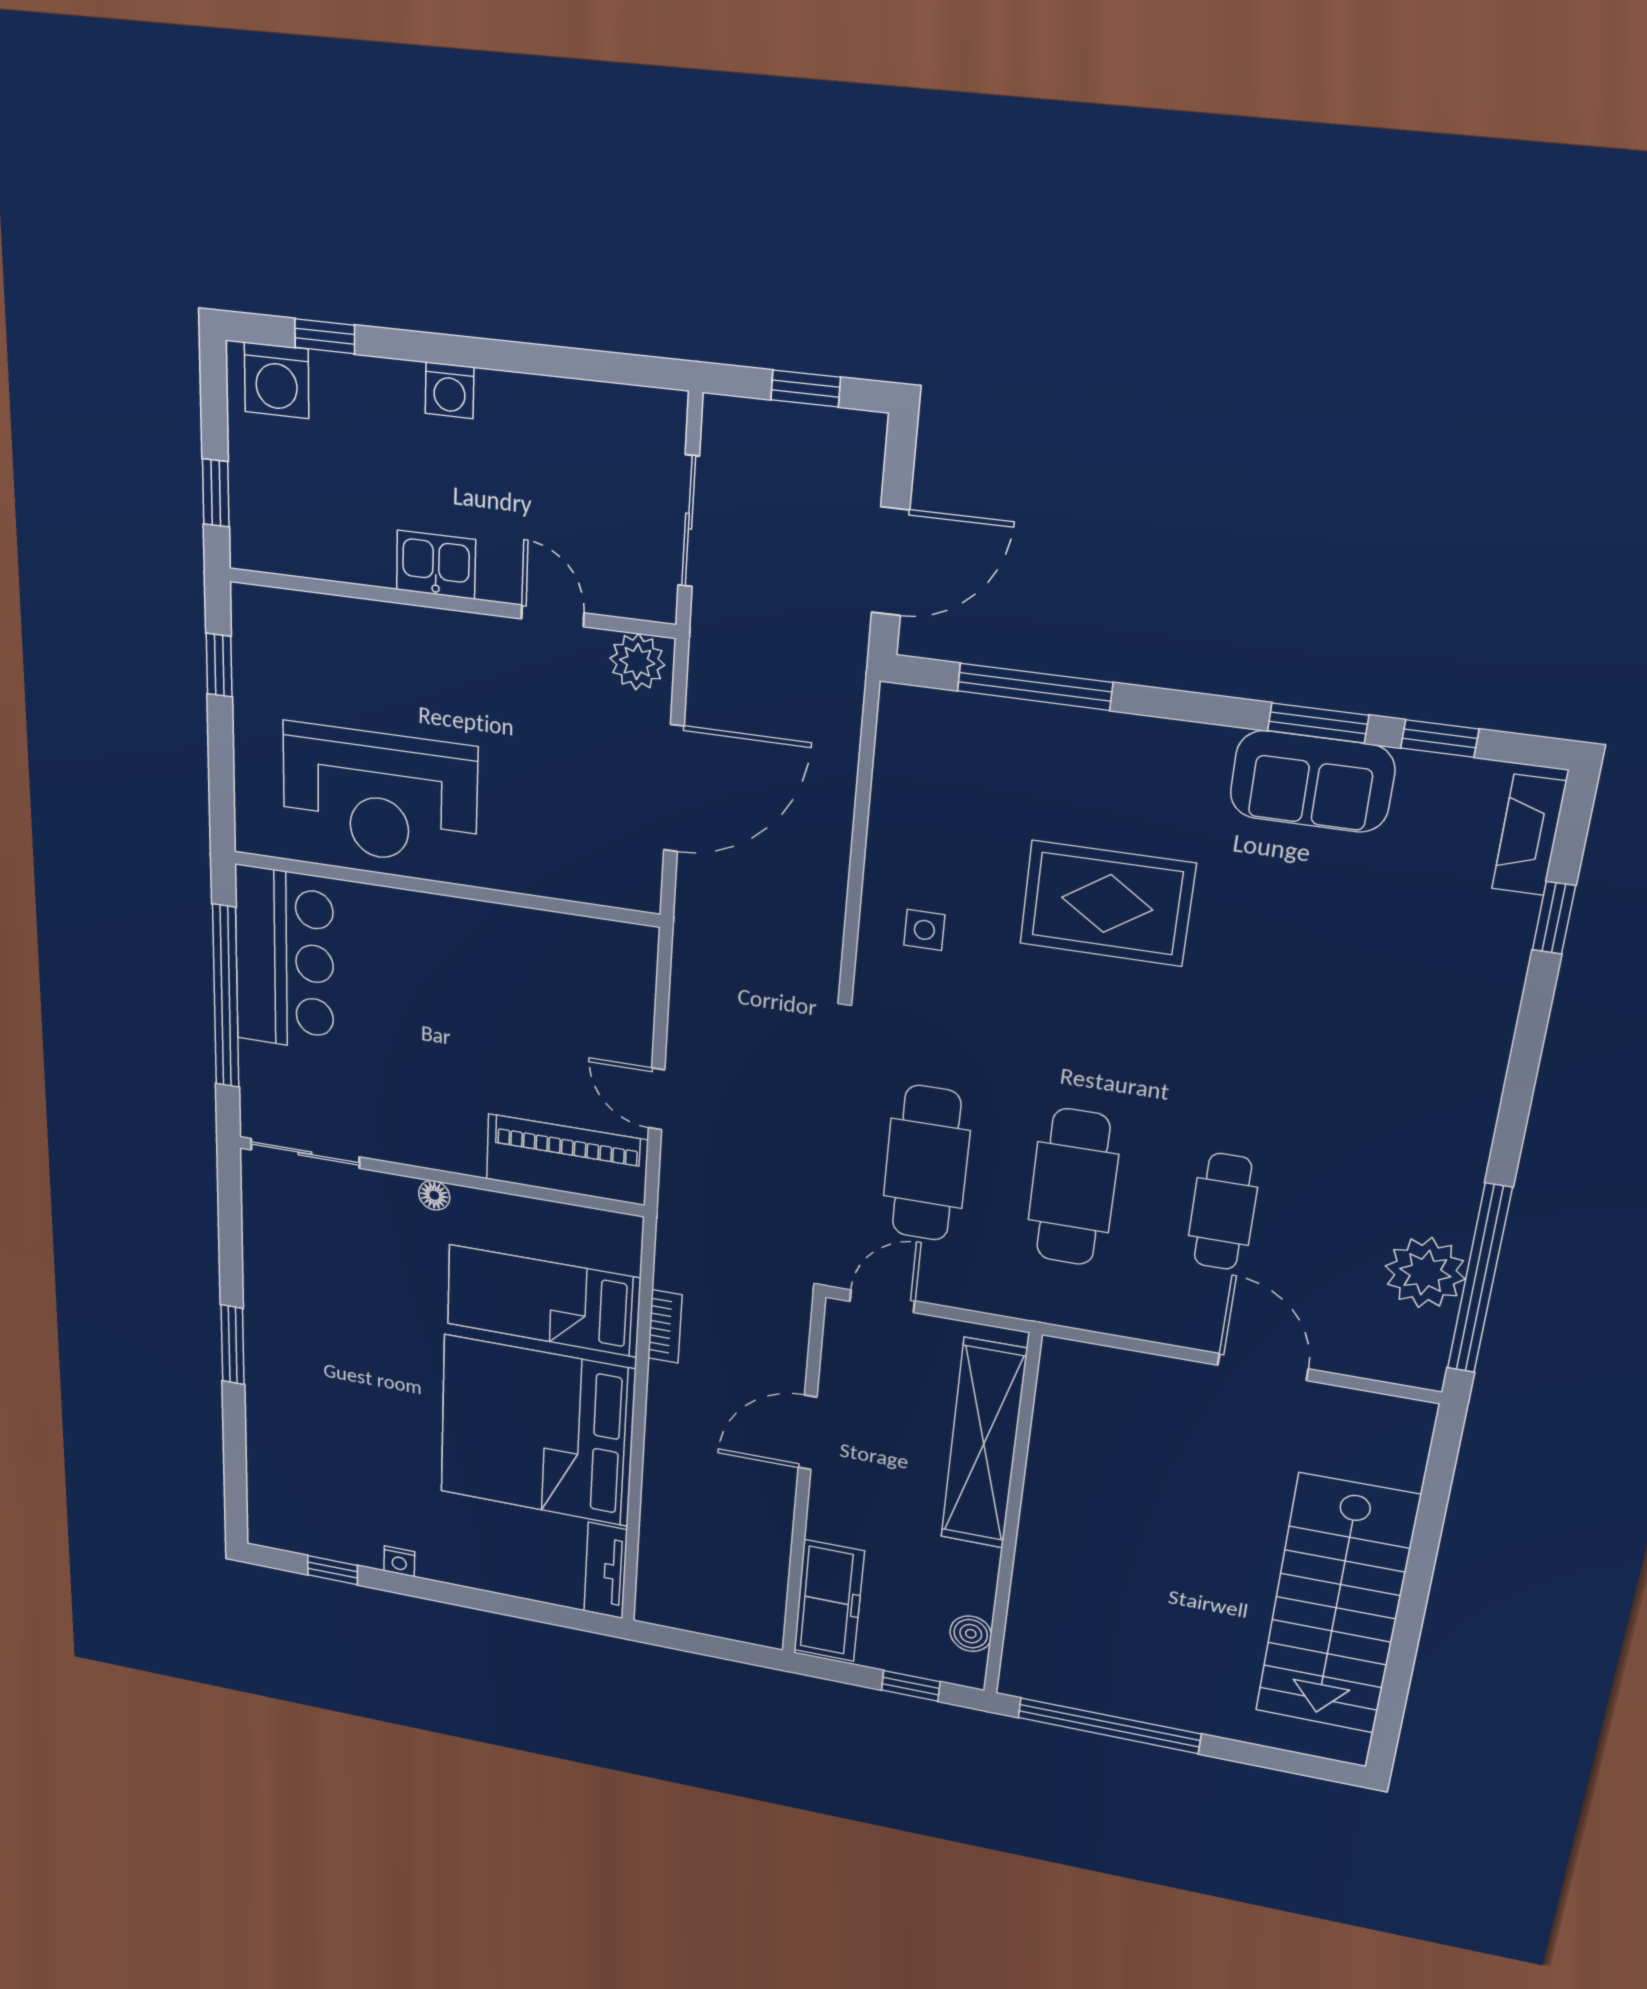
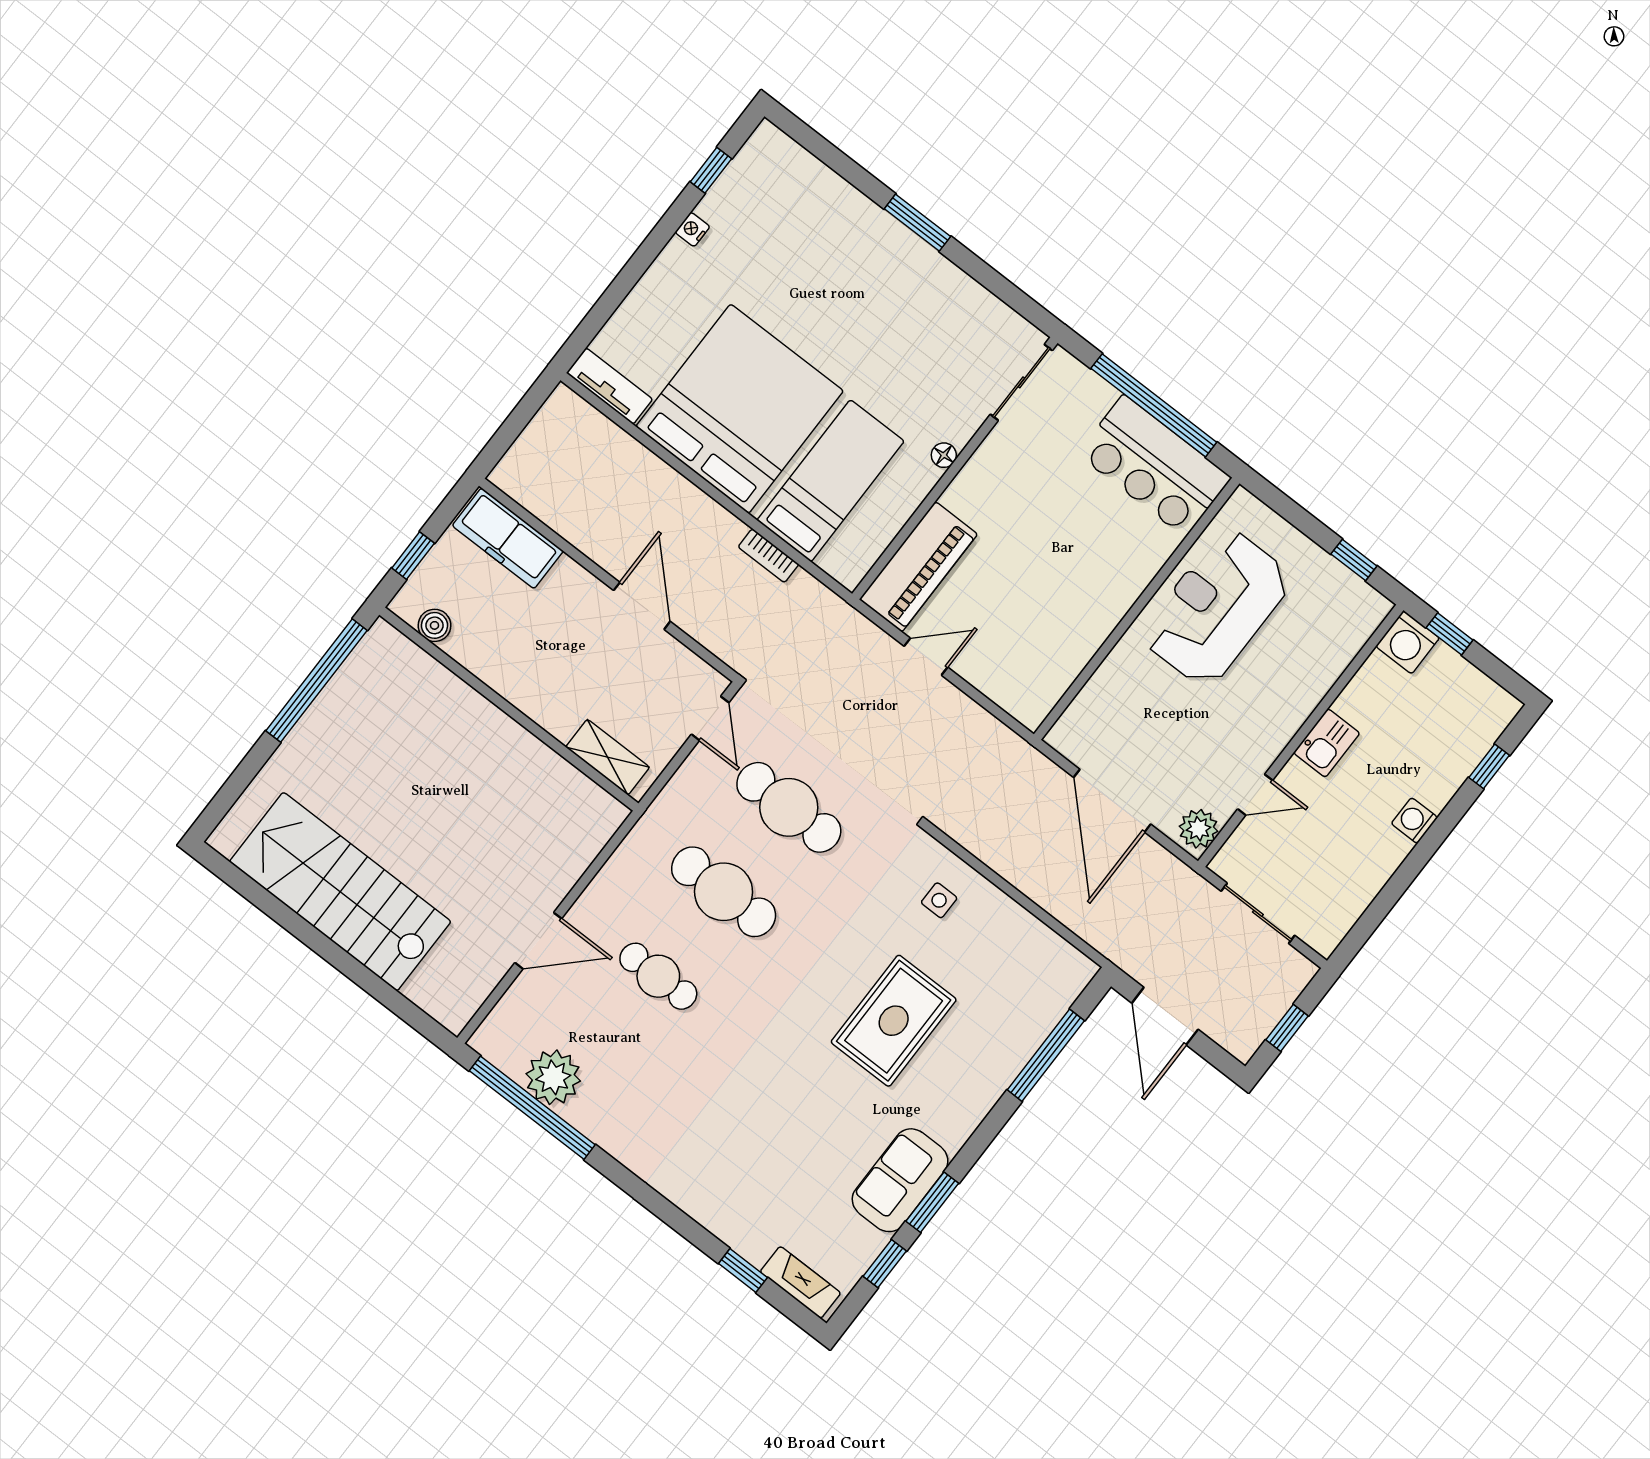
washing machine: (277, 380) -> (1408, 642), moved, turned -90
shelving: (984, 1444) -> (608, 757), width x0.45, depth x0.75

